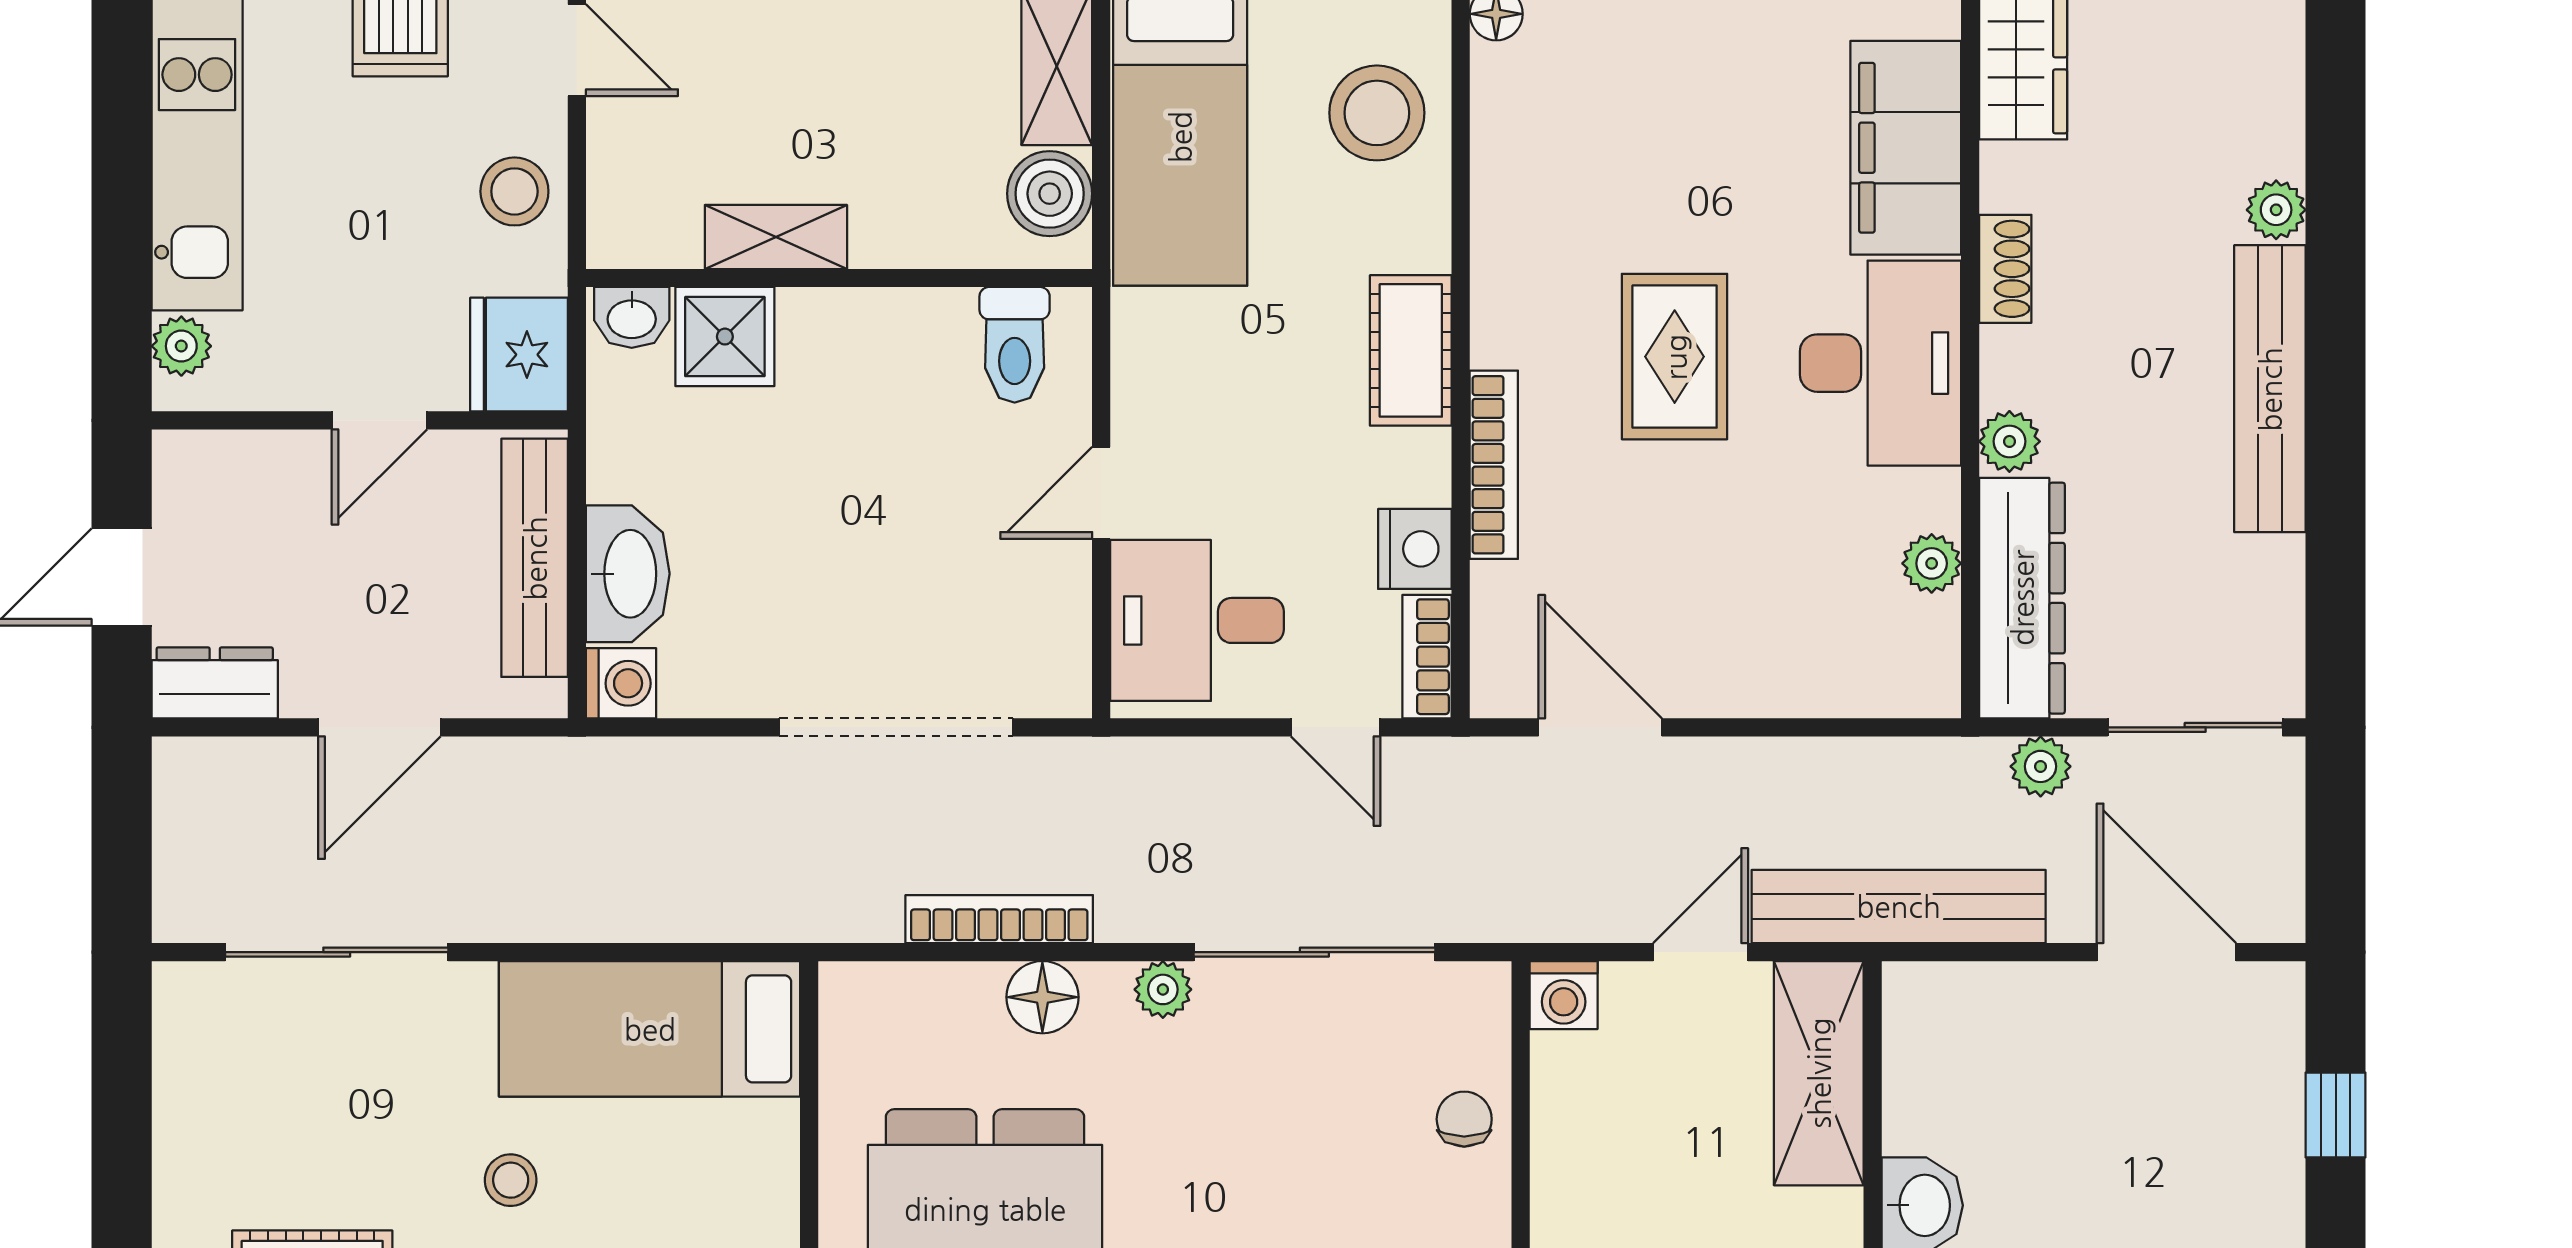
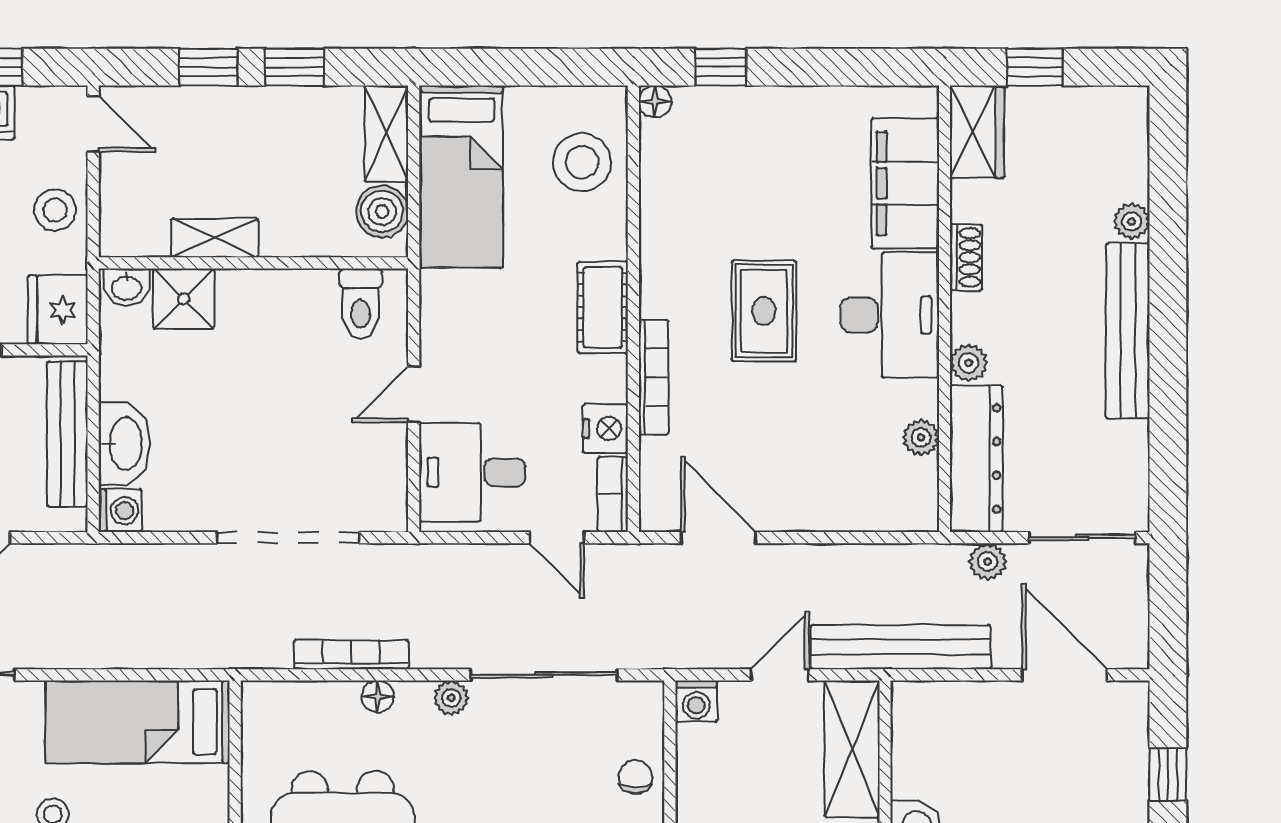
floor lamp: (1042, 997) -> (378, 696), width x0.73, depth x0.73

